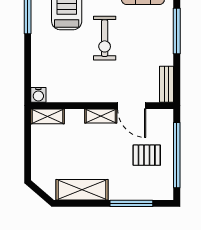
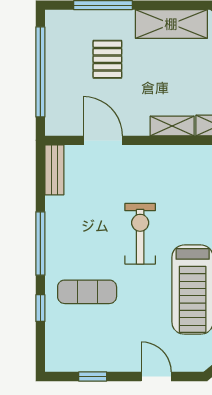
shelving: (101, 116) -> (172, 126), moved
pallet: (147, 155) -> (107, 59), moved, turned 90

